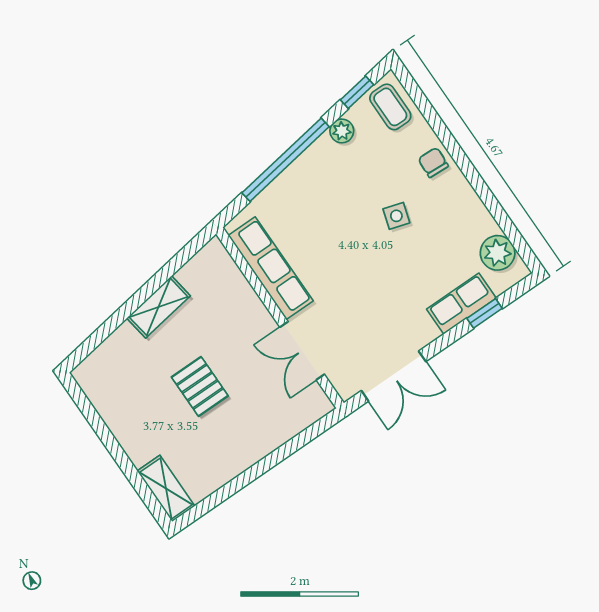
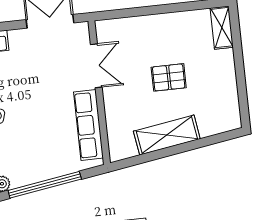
shelving: (159, 307) -> (167, 135), width x1.50, depth x1.33
pallet: (200, 387) -> (169, 77), turned 90

